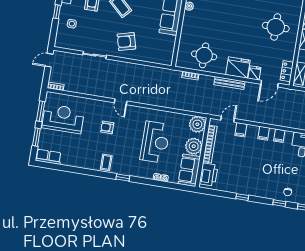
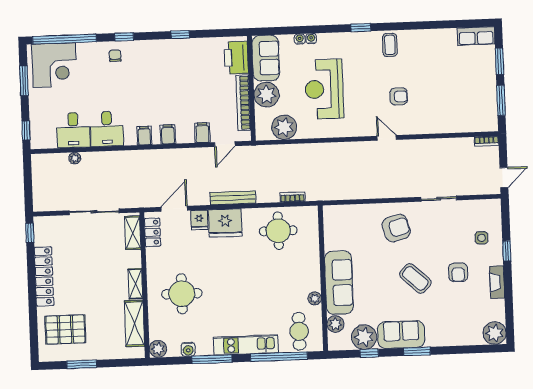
reception desk: (63, 119) -> (466, 96), removed
plant: (197, 124) -> (284, 127), moved

